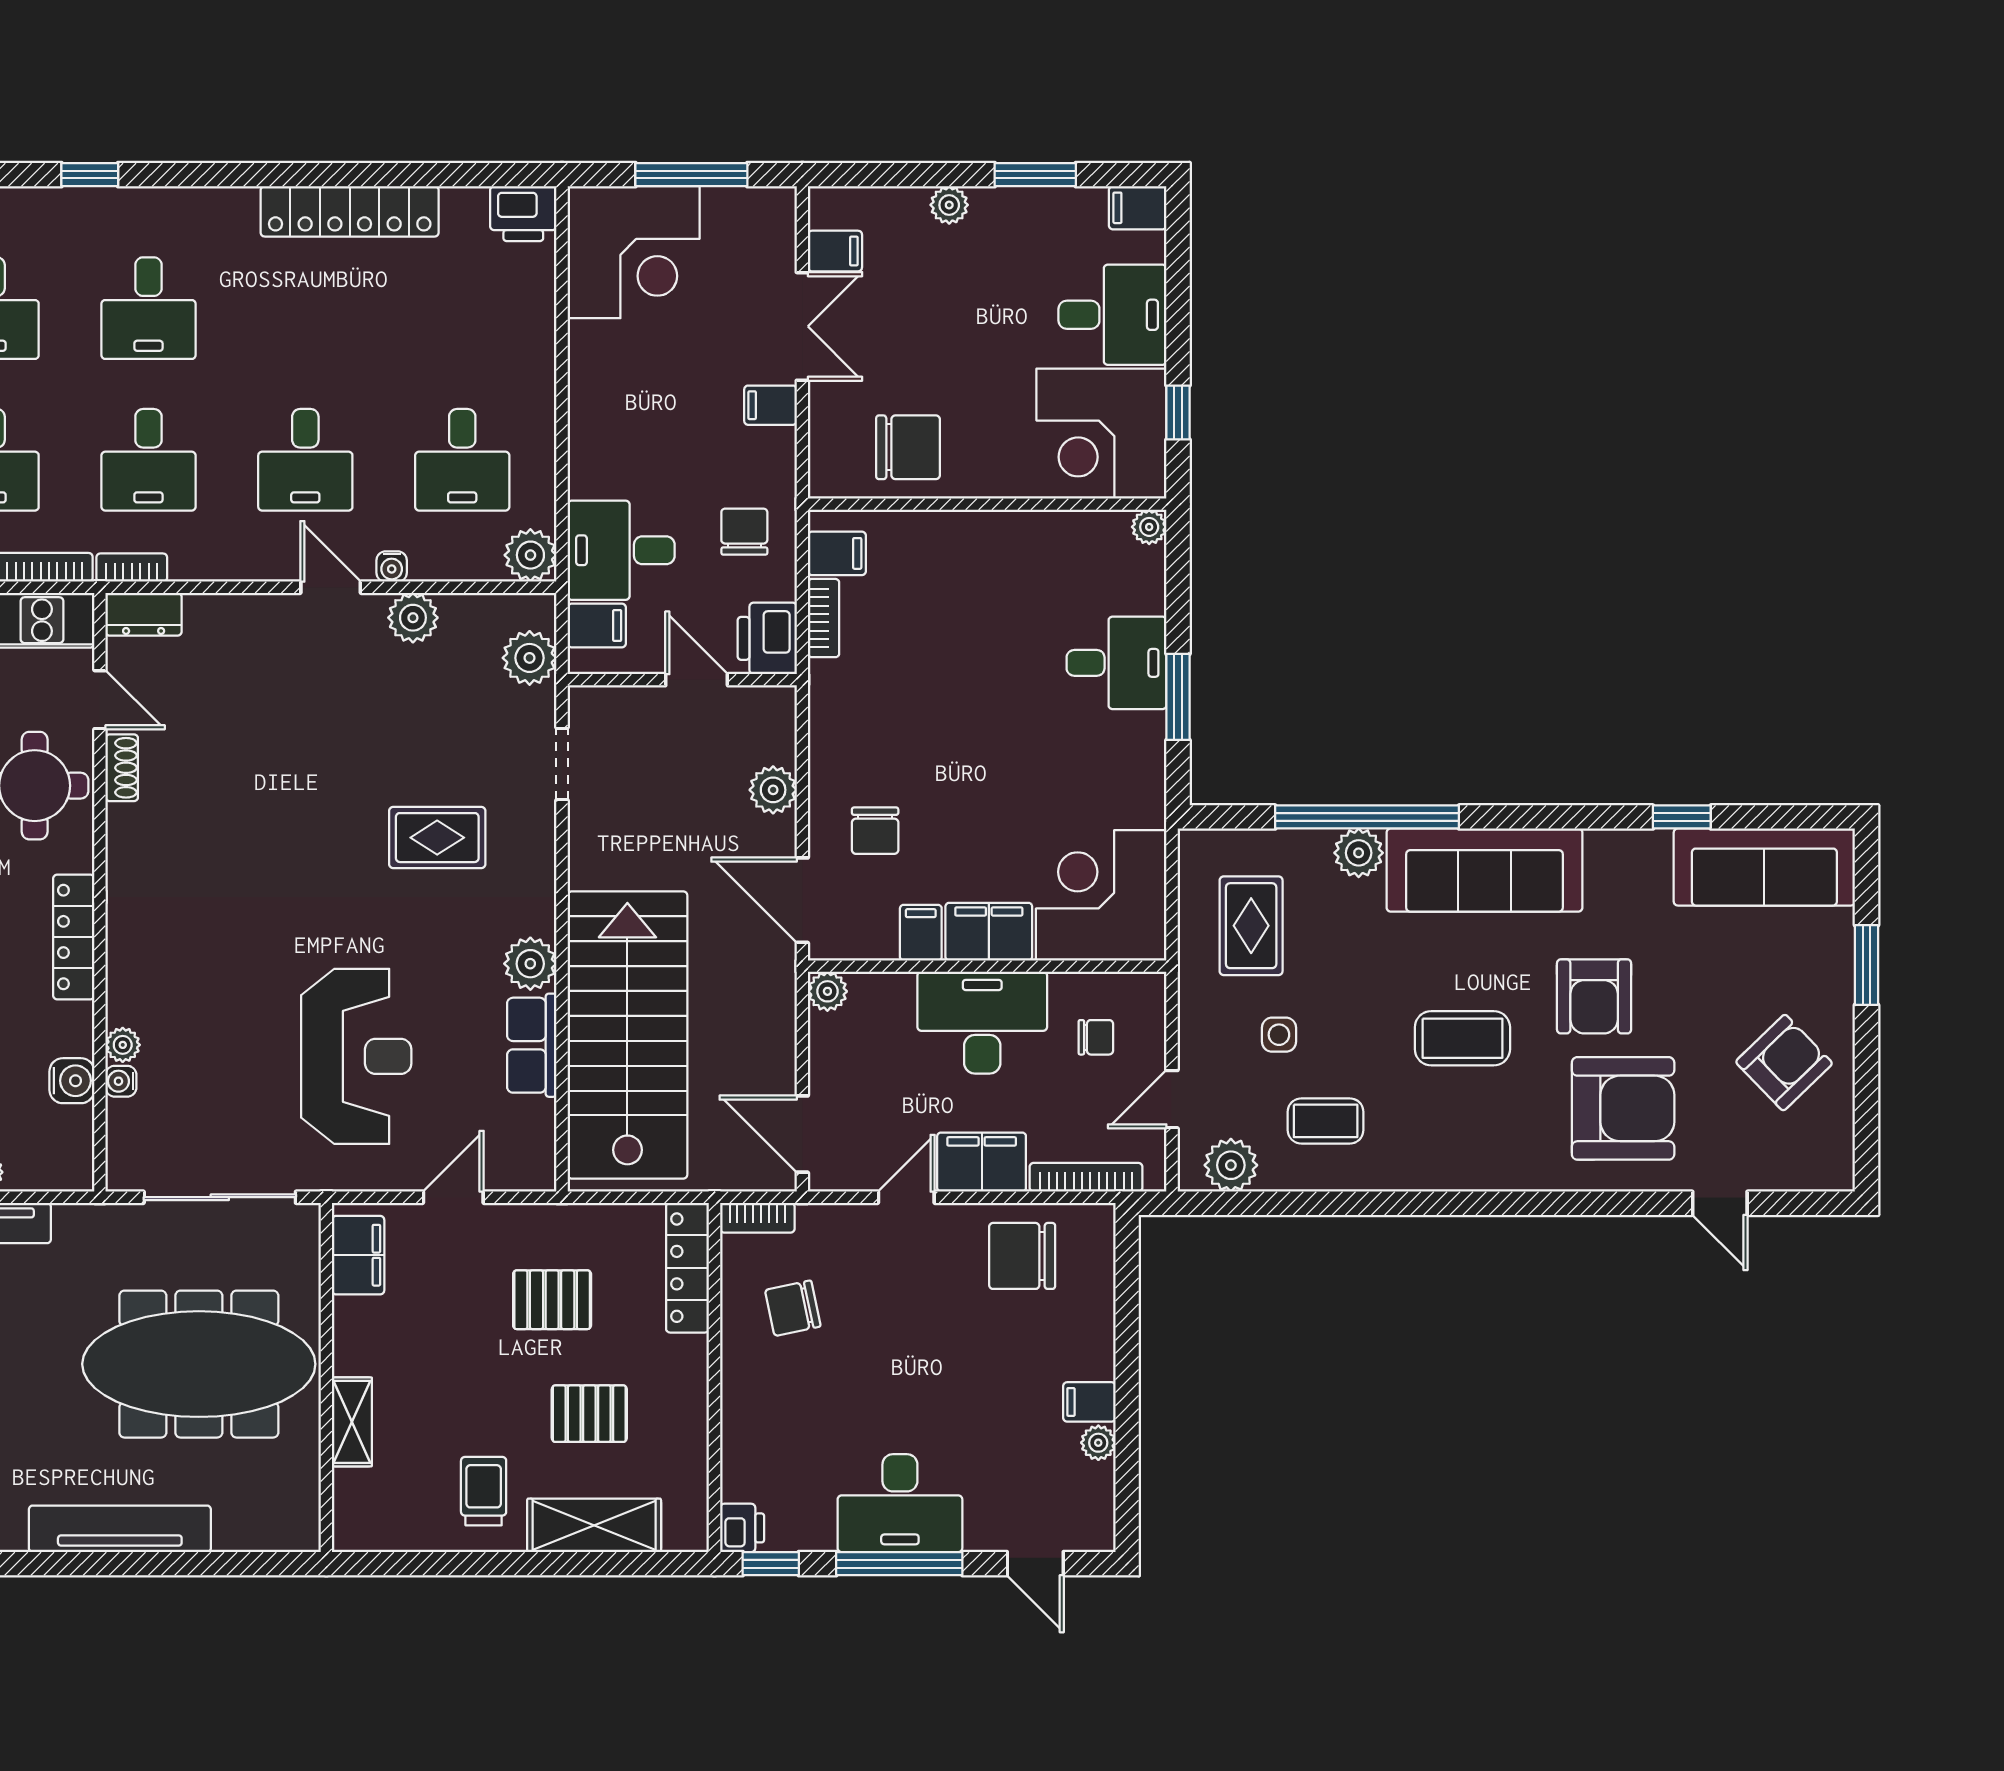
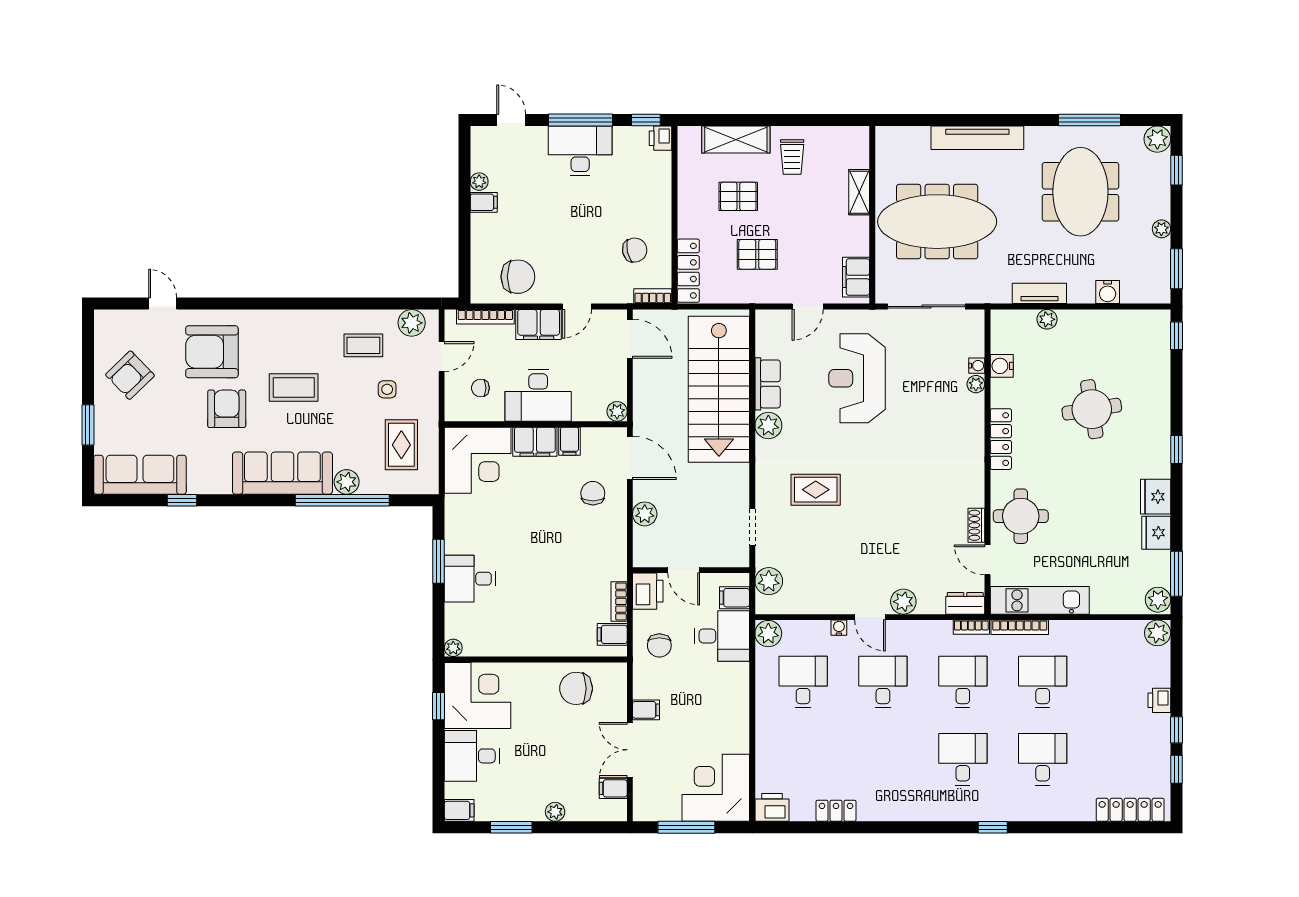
locker: (350, 211) -> (836, 811), width x0.46, depth x0.83
plant: (413, 618) -> (903, 602), moved

